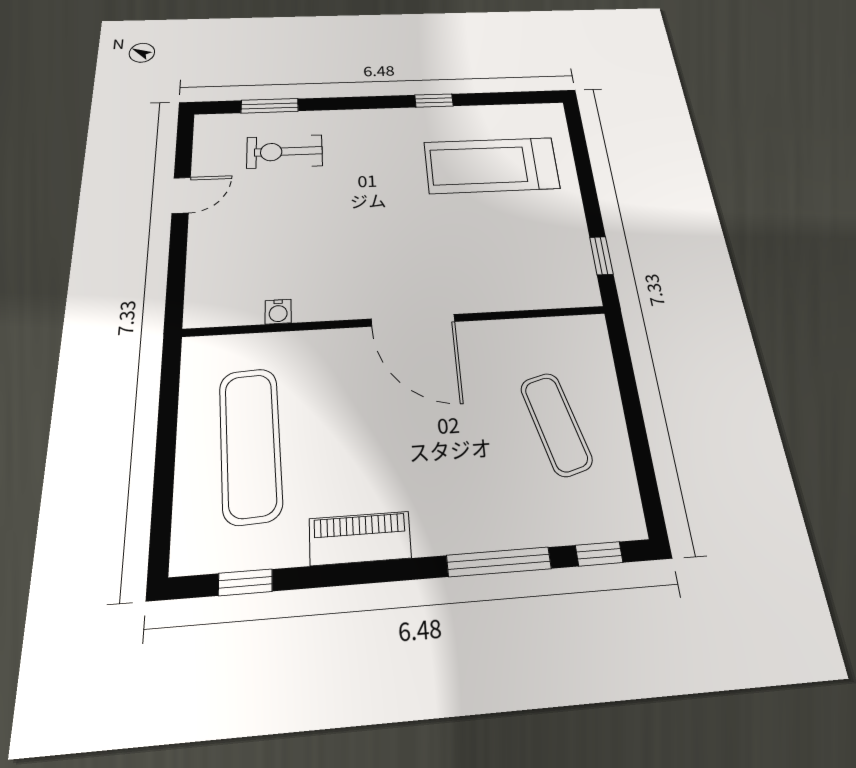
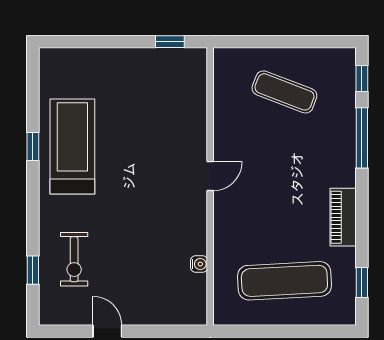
window: (270, 106) -> (33, 270), width x0.67
treadmill: (491, 165) -> (72, 146), moved, turned 180
door: (413, 320) -> (210, 176), width x0.53
exercise mat: (556, 424) -> (284, 92), turned 36

